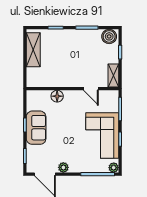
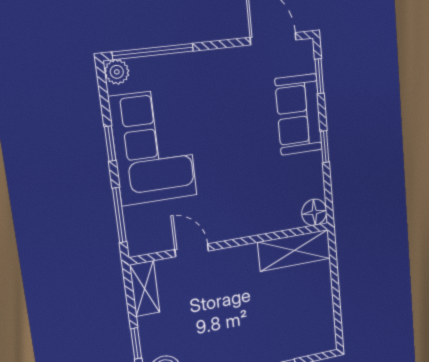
shelving: (33, 50) -> (294, 250), moved, turned 90
floor lamp: (57, 96) -> (314, 212), moved
sofa: (36, 128) -> (299, 114), moved
plant: (63, 167) -> (234, 59), removed

